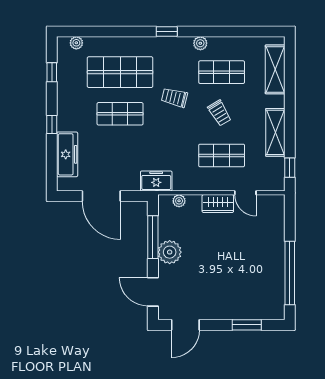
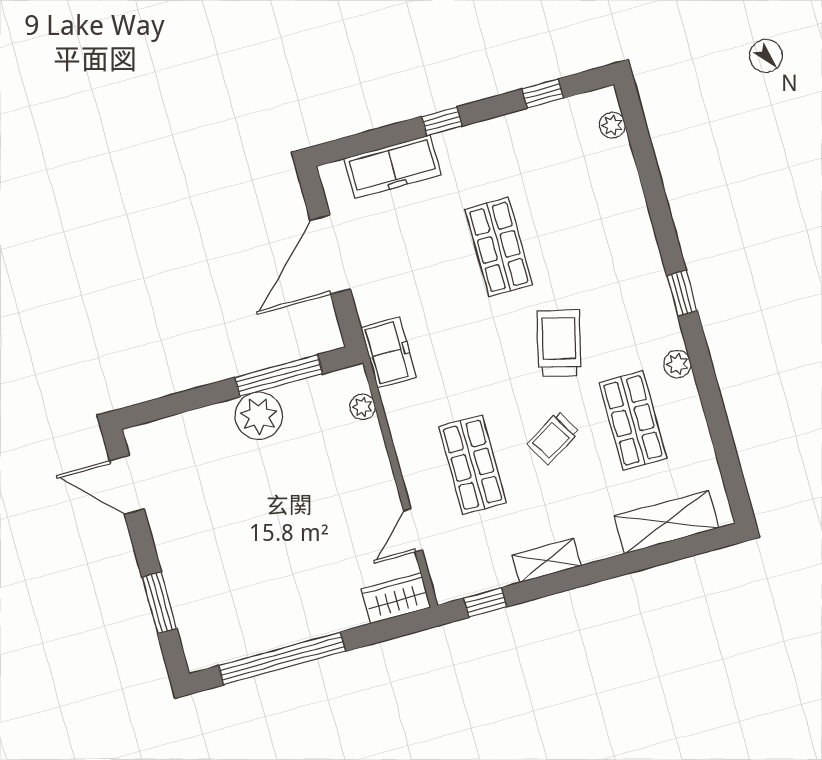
shop shelf: (120, 72) -> (579, 225), removed
trolley: (174, 98) -> (559, 343), width x1.36, depth x1.39
shelving: (275, 132) -> (547, 561), width x0.67, depth x0.75
wardrobe: (218, 204) -> (396, 598), moved, turned 90
door: (153, 292) -> (173, 405), removed

